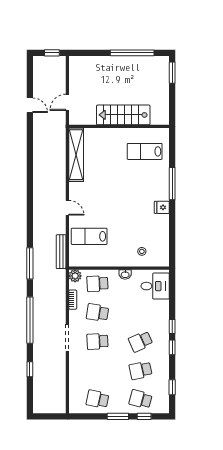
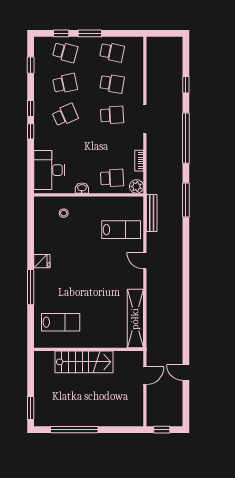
desk: (155, 286) -> (49, 170), width x1.37
school desk: (97, 313) -> (112, 84), moved

